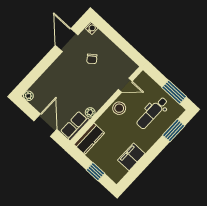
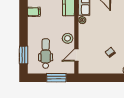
window: (174, 92) -> (56, 78), moved
filing cabinet: (131, 157) -> (34, 12), width x0.50

